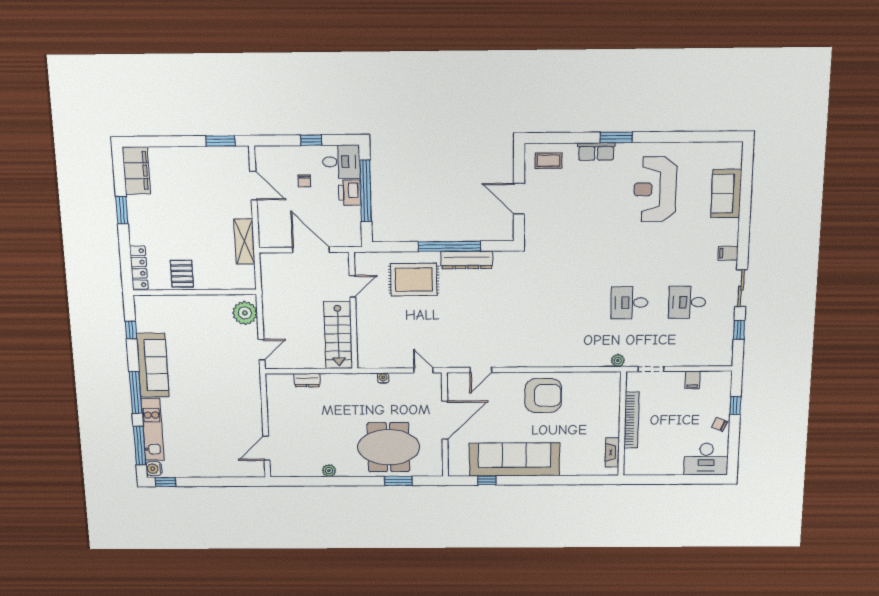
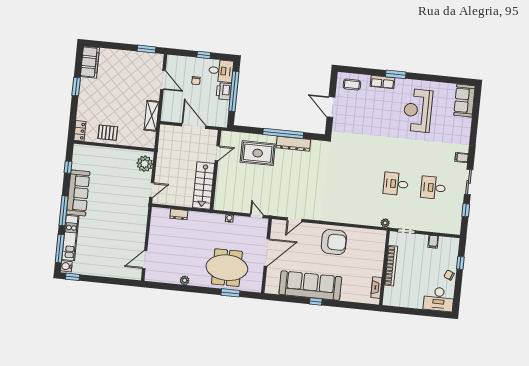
sofa: (726, 194) -> (464, 101), moved
locker: (139, 268) -> (80, 131), width x0.66
pallet: (182, 274) -> (108, 133), turned 90
window: (487, 480) -> (316, 302), moved

